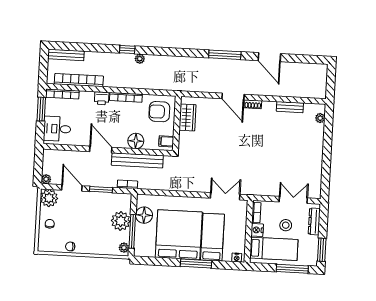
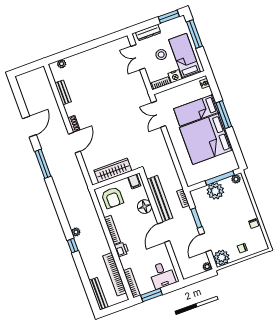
wardrobe: (188, 117) -> (113, 170), width x1.50
floor lamp: (144, 215) -> (202, 174), removed

